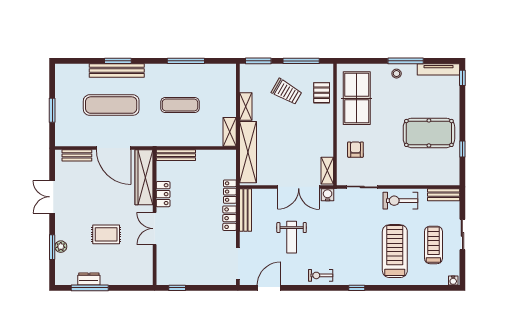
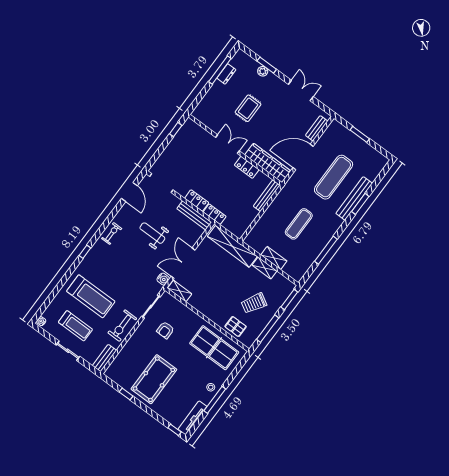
shelving: (230, 132) -> (274, 258), moved
armchair: (355, 150) -> (165, 330), moved, turned 90
exercise bike: (400, 201) -> (122, 326), turned 180

